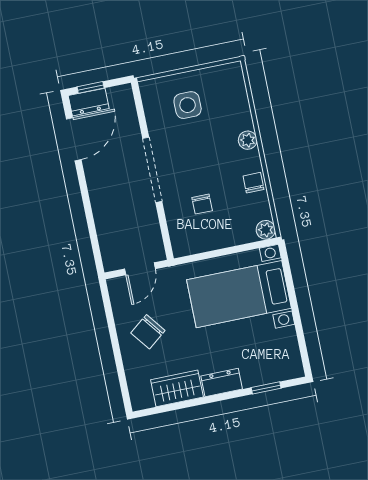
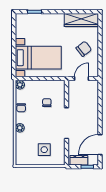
dresser: (89, 102) -> (79, 160), moved
dresser: (222, 383) -> (55, 18), removed
wardrobe: (177, 388) -> (81, 20), width x1.50

